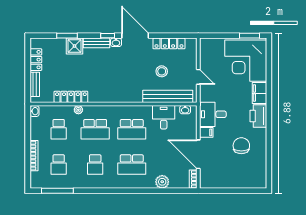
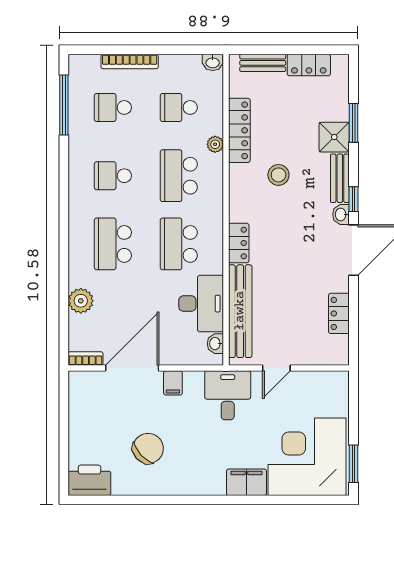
locker: (169, 43) -> (339, 313), width x0.66
stool: (162, 71) -> (278, 175), moved
locker: (131, 97) -> (239, 243), added
desk: (213, 114) -> (228, 395), moved
printer: (258, 116) -> (89, 480), moved
desk: (164, 117) -> (201, 304), width x1.37
chair: (241, 146) -> (148, 448), turned -43

